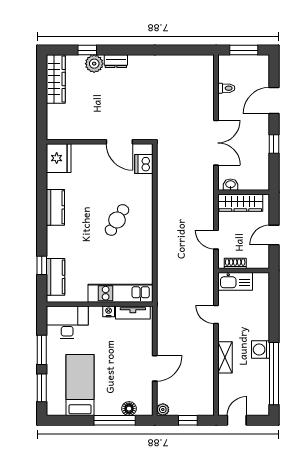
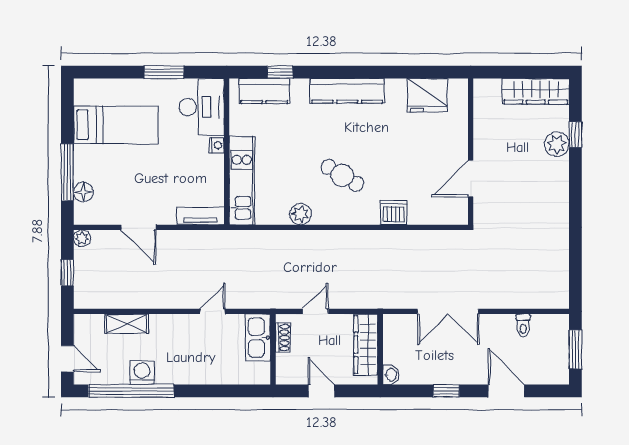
dresser: (116, 61) -> (560, 174), removed
wall: (100, 142) -> (471, 152), moved
door: (119, 142) -> (471, 179), moved
dishwasher: (144, 164) -> (394, 212), moved
washbasin: (230, 185) -> (391, 375), moved
kitchen counter: (55, 207) -> (347, 91), width x1.50
plant: (145, 250) -> (300, 214), added
nightstand: (109, 311) -> (217, 145), moved
tv unit: (133, 313) -> (200, 216), moved, turned 90
washing machine: (261, 350) -> (142, 372), moved
shelving: (225, 357) -> (127, 324), moved
window: (42, 388) -> (112, 72), removed
door: (237, 420) -> (67, 359), moved

